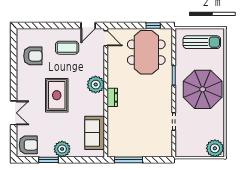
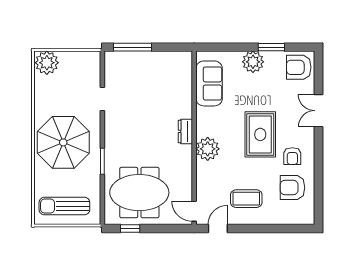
meeting table: (146, 52) -> (139, 193), turned 90
armchair: (33, 79) -> (292, 156), added
window: (128, 160) -> (132, 47), moved

